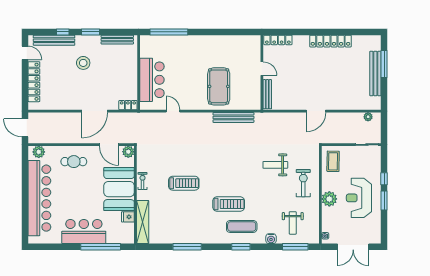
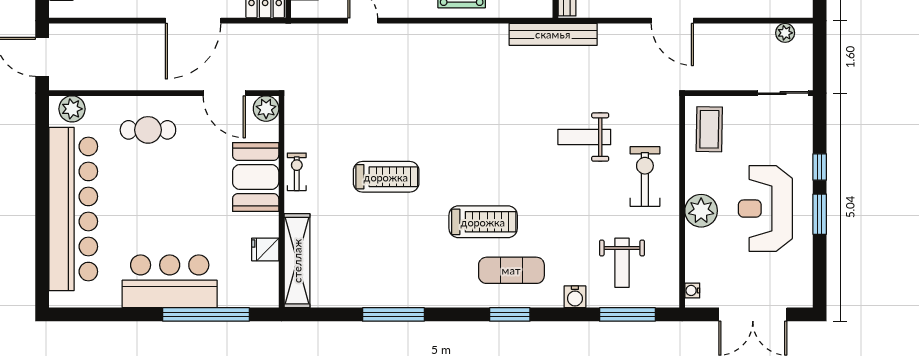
door: (316, 111) -> (672, 21), hinge flipped
bench: (233, 117) -> (553, 34), moved
booth: (119, 189) -> (256, 177), width x0.73, depth x0.70

